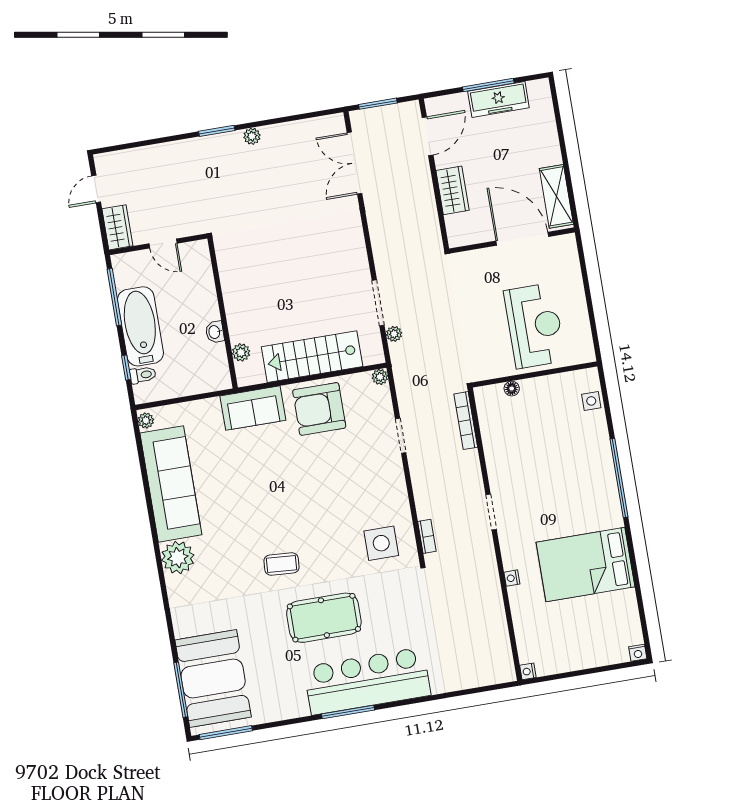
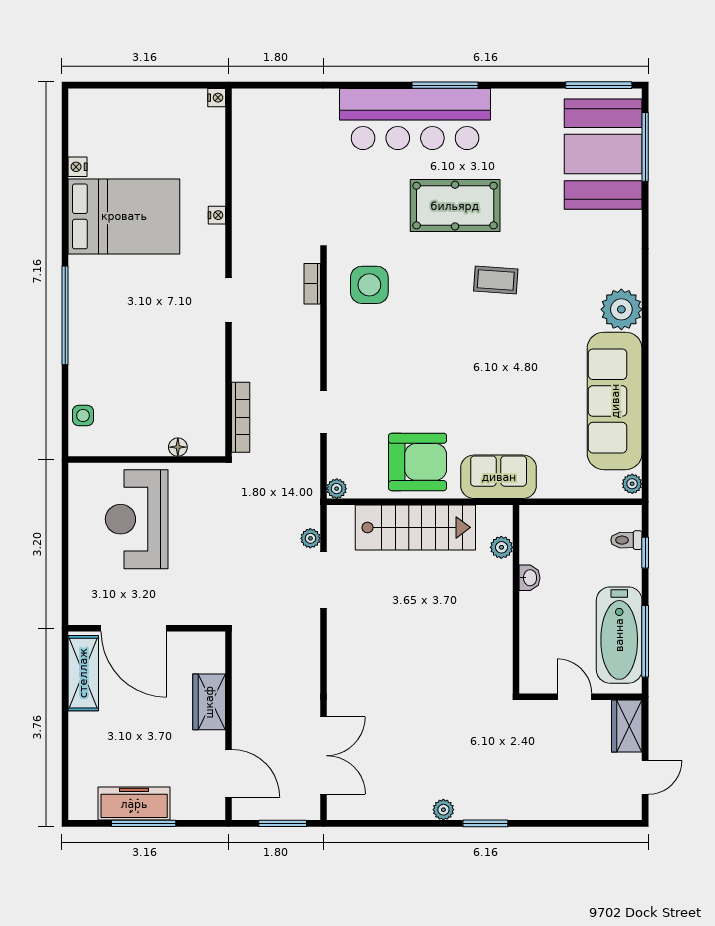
door: (428, 136) -> (229, 773), swing flipped
bathtub: (140, 326) -> (619, 635), moved
nightstand: (638, 653) -> (78, 167), moved, turned -90

